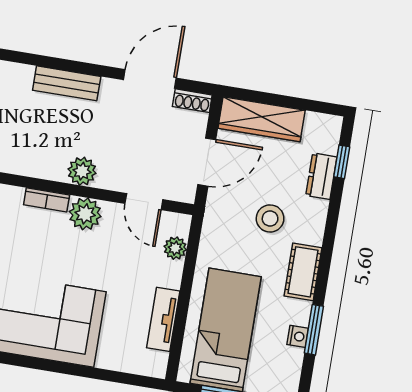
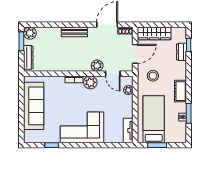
plant: (82, 171) -> (97, 66), moved
stool: (270, 219) -> (153, 76), moved
tv unit: (163, 319) -> (128, 130), moved

